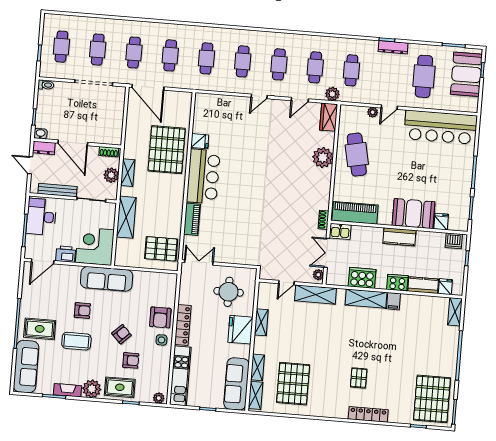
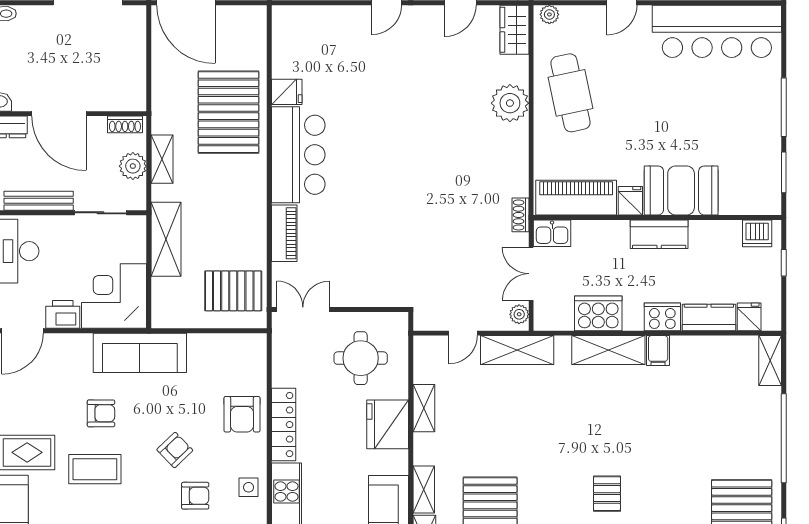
plant: (373, 112) -> (549, 14), moved
fridge: (441, 222) -> (630, 201), moved
side table: (162, 340) -> (249, 487), moved

